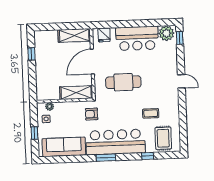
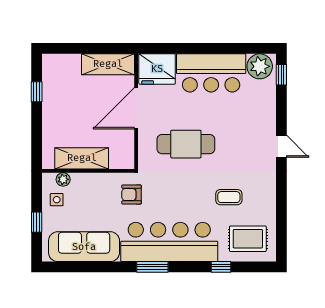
fridge: (104, 35) -> (157, 69), width x1.88, depth x1.34
shelving: (76, 93) -> (82, 158), moved
rug: (163, 138) -> (248, 239), turned 90

